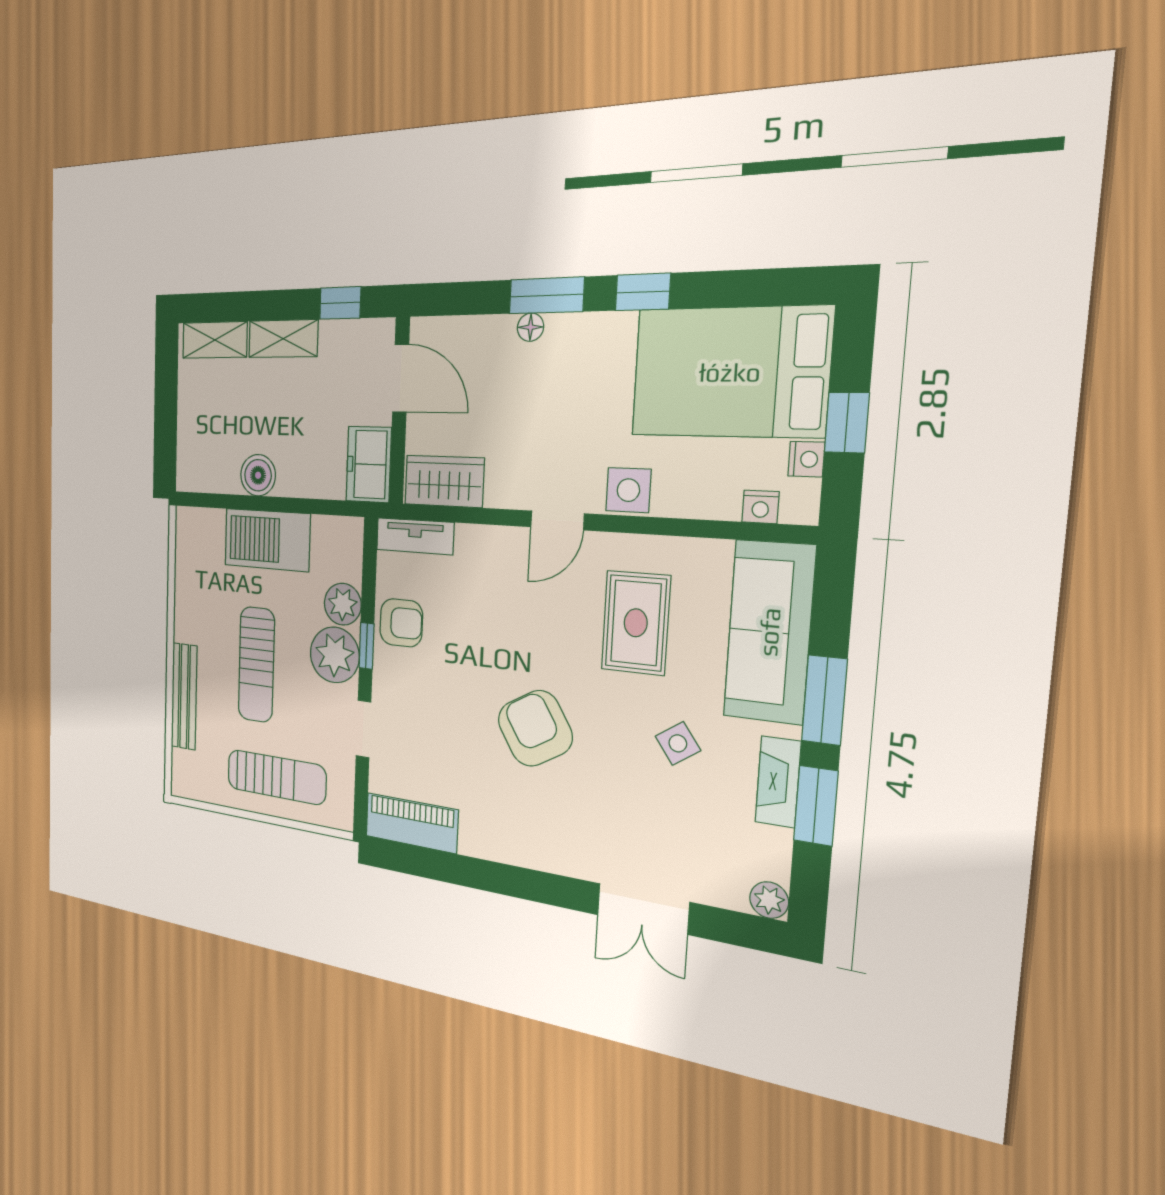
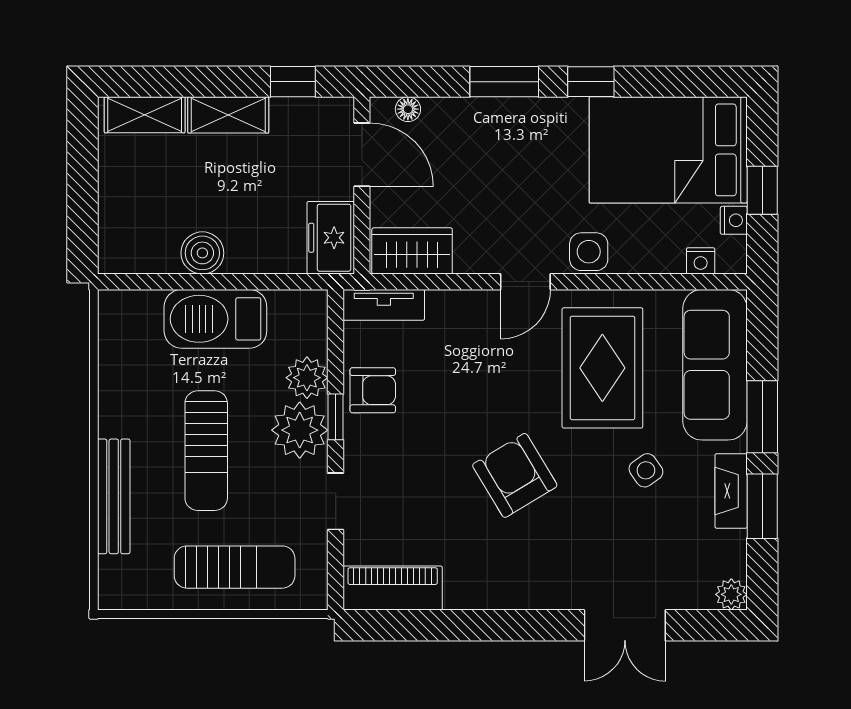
floor lamp: (530, 327) -> (408, 109), moved
rug: (636, 623) -> (602, 368), width x1.36, depth x1.43

